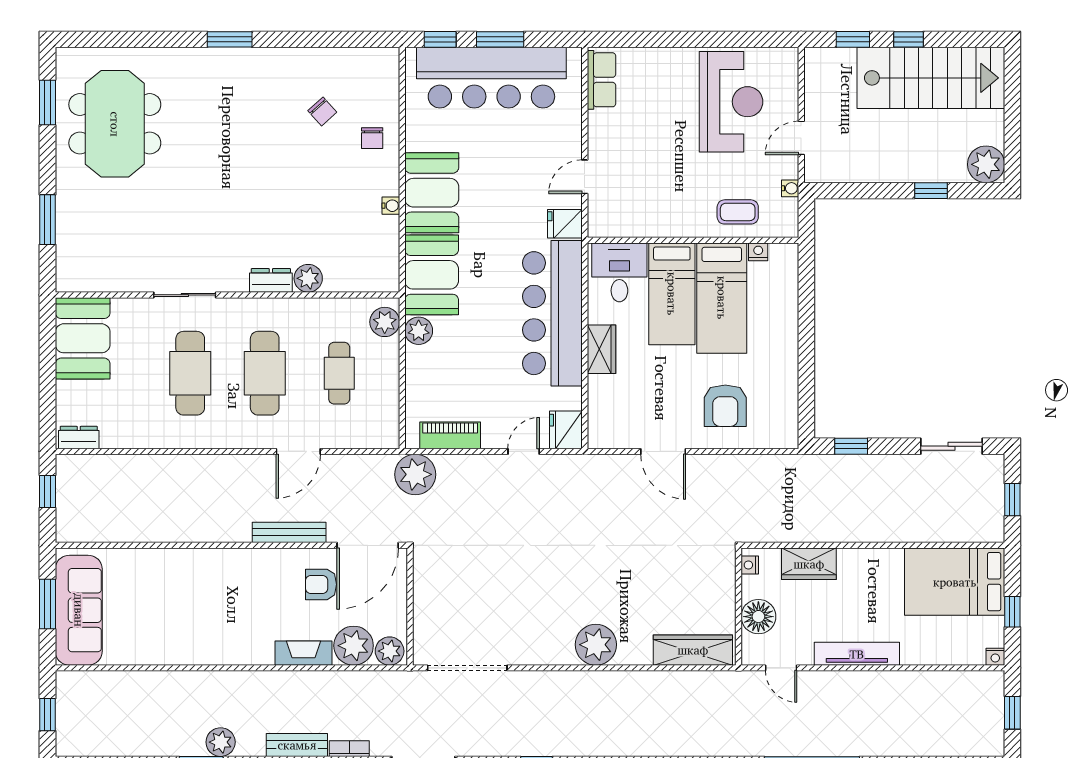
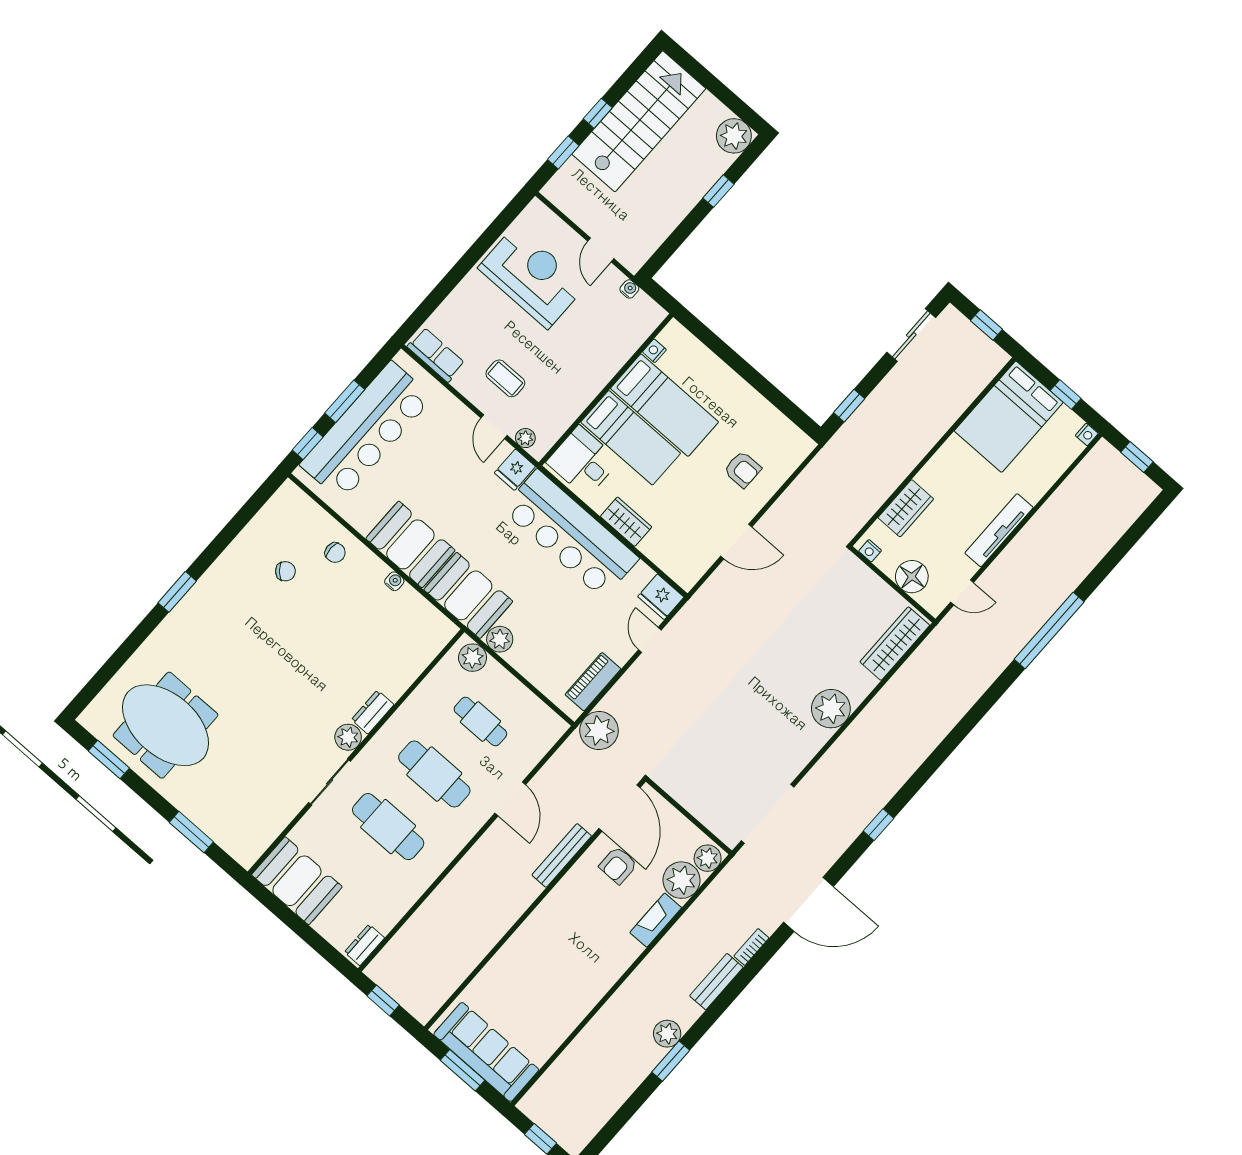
plant: (598, 210) -> (525, 438), added
coffee table: (738, 212) -> (505, 378), moved, turned 90
plant: (308, 278) -> (348, 737), moved
armchair: (725, 406) -> (743, 469), width x0.72, depth x0.72

